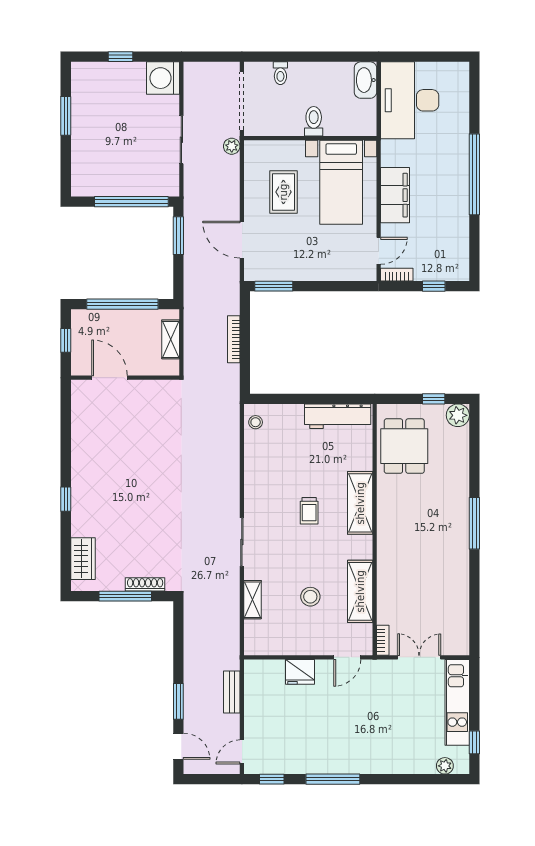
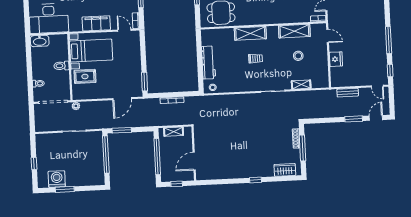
washing machine: (163, 78) -> (57, 179), moved, turned 180
rug: (283, 192) -> (85, 76), moved
workbench: (338, 416) -> (209, 63), moved

